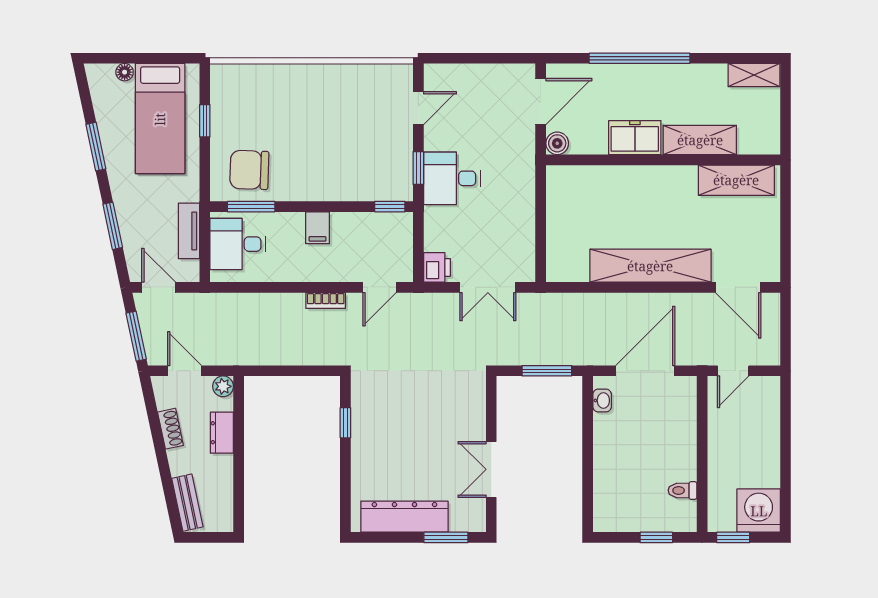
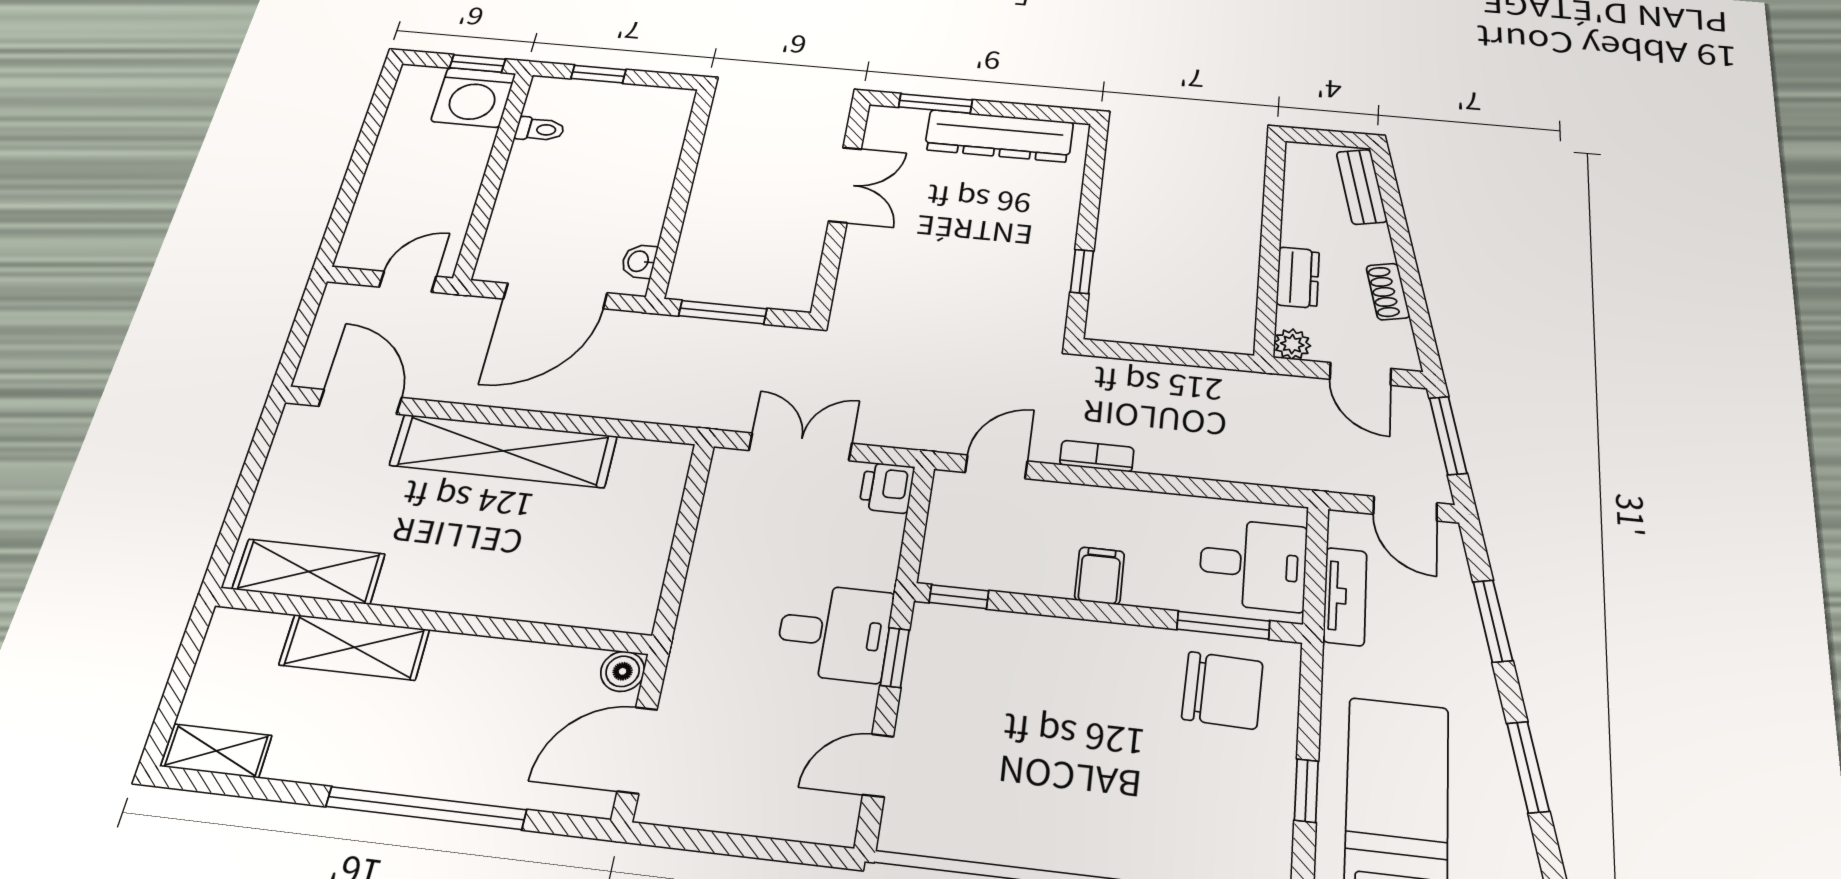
freezer: (635, 138) -> (474, 665), removed
washing machine: (759, 511) -> (473, 97), moved

